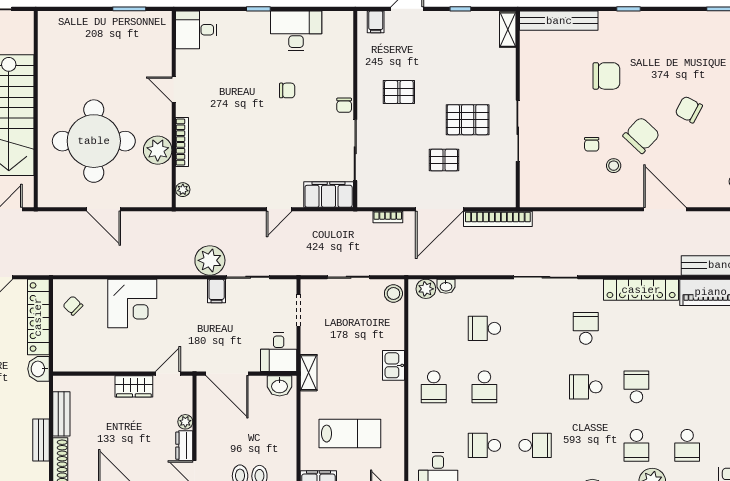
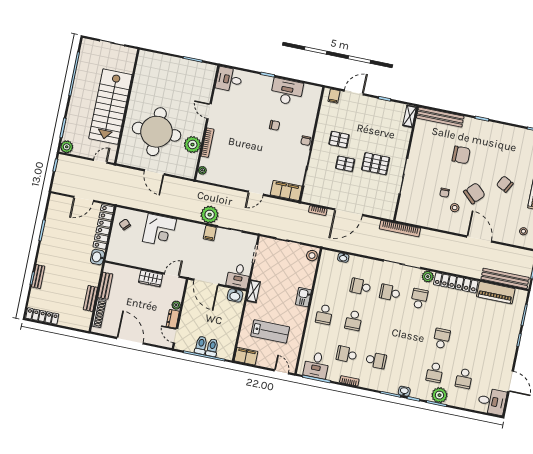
pallet: (444, 160) -> (345, 164), moved
bookcase: (498, 219) -> (400, 229), moved
plant: (426, 289) -> (428, 277), moved
school desk: (586, 387) -> (390, 293), moved

